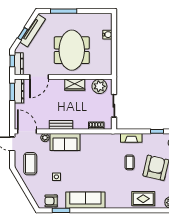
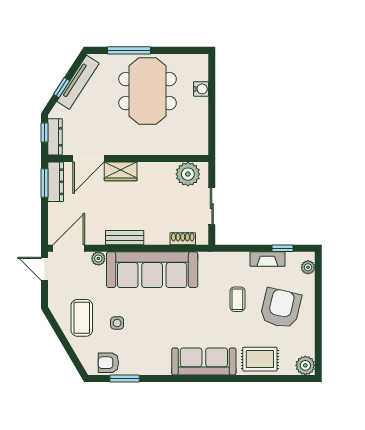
meeting table: (72, 50) -> (147, 91), moved
wardrobe: (75, 85) -> (121, 171), moved
door: (27, 131) -> (69, 248), hinge flipped
fireplace: (131, 138) -> (267, 259), moved
sofa: (65, 142) -> (152, 270), width x1.85, depth x1.27
coffee table: (30, 164) -> (82, 318), moved
sofa: (85, 200) -> (204, 361), moved

